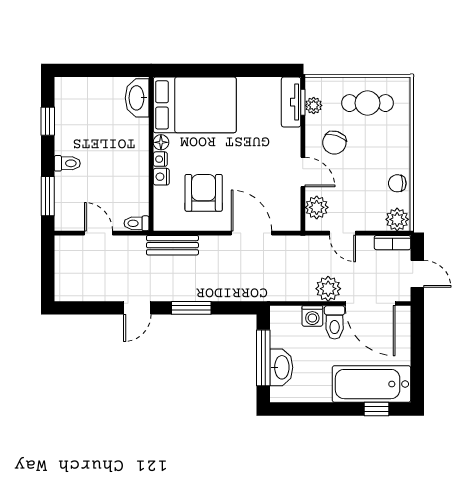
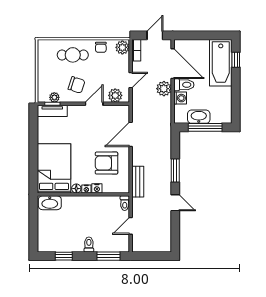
cafe table: (368, 103) -> (73, 55), moved, turned 90
door: (370, 303) -> (173, 64), hinge flipped
washbasin: (281, 367) -> (199, 117), moved

